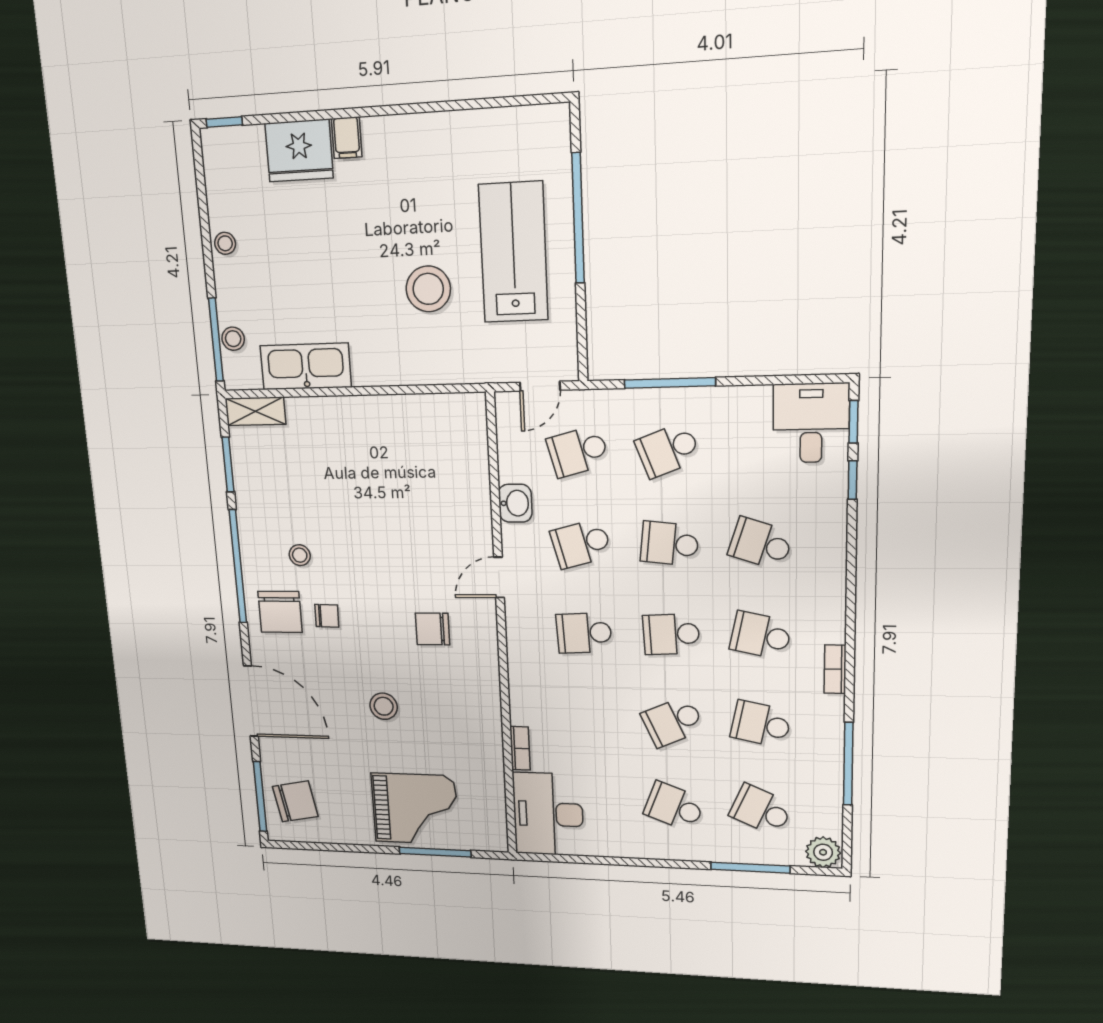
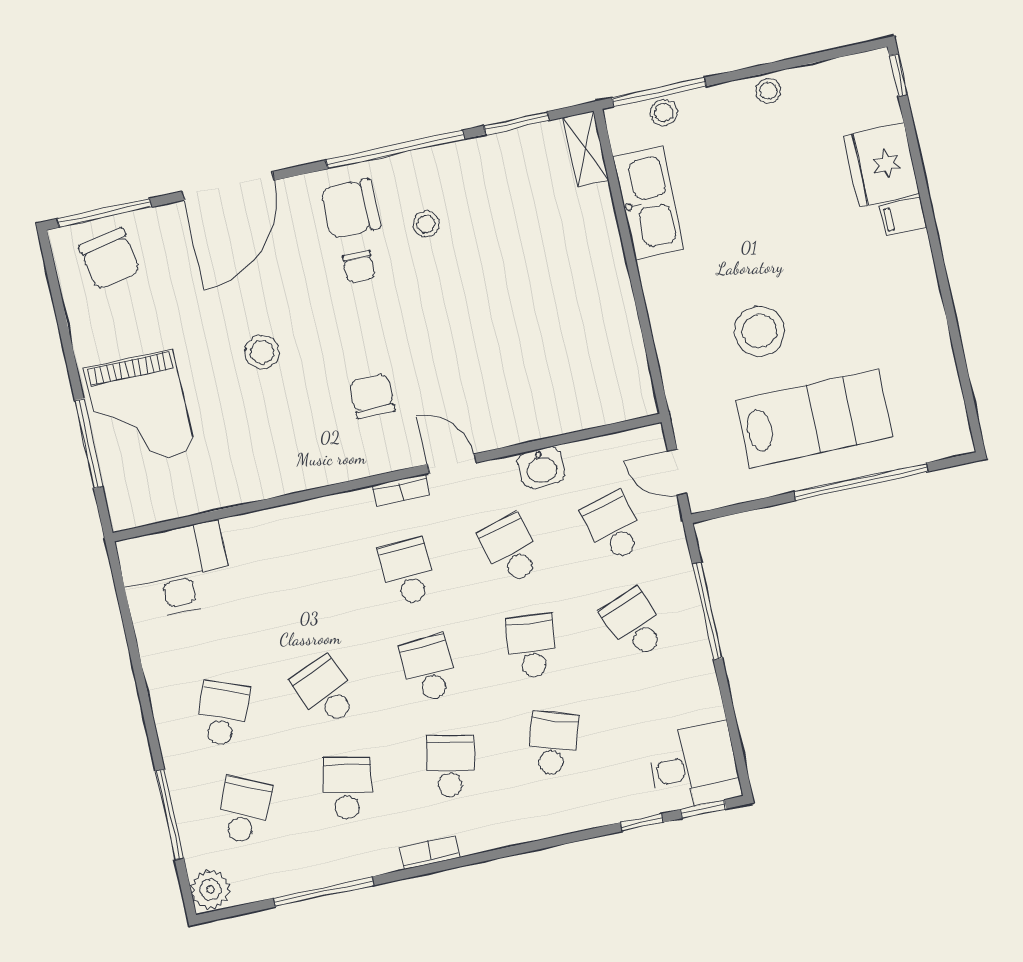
bookcase: (520, 748) -> (401, 490), moved

